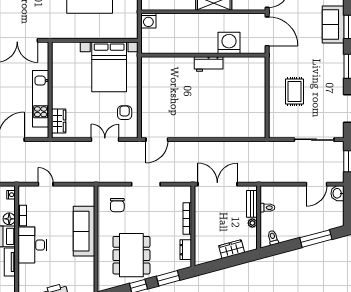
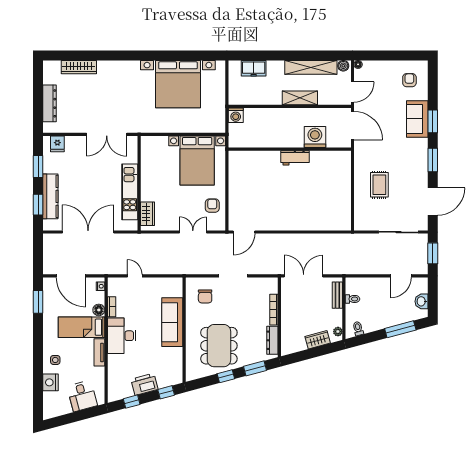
washbasin: (337, 193) -> (422, 301), moved
plant: (252, 223) -> (338, 332), moved
dresser: (186, 250) -> (272, 340), width x1.44

